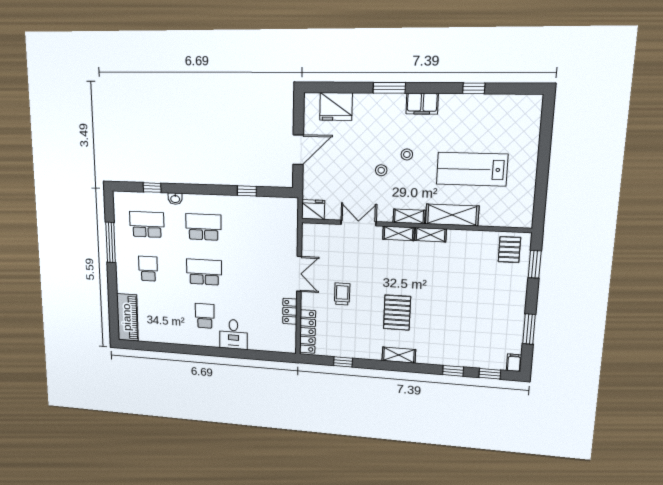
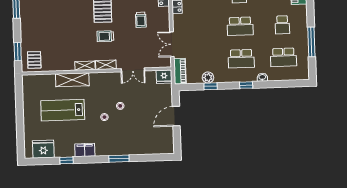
filing cabinet: (422, 104) -> (85, 150), moved
fridge: (336, 107) -> (43, 149), moved
lab bench: (472, 169) -> (63, 110), turned 180
window: (152, 188) -> (246, 85), moved
plant: (250, 204) -> (208, 78), added
piano: (290, 216) -> (180, 71), added
shelving: (409, 216) -> (100, 77), removed
double door: (299, 274) -> (172, 44), moved
trolley: (396, 275) -> (105, 36), added

